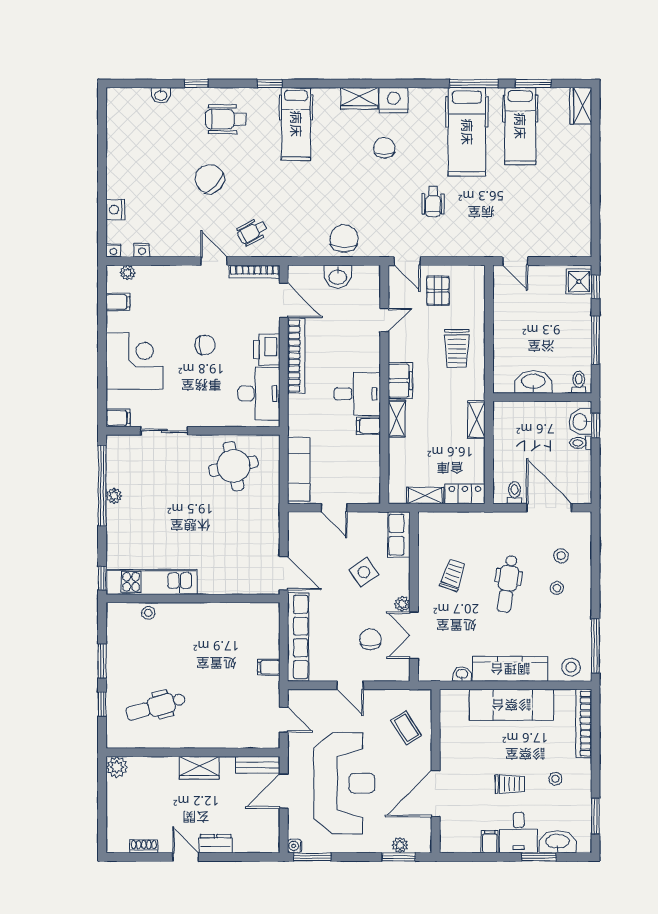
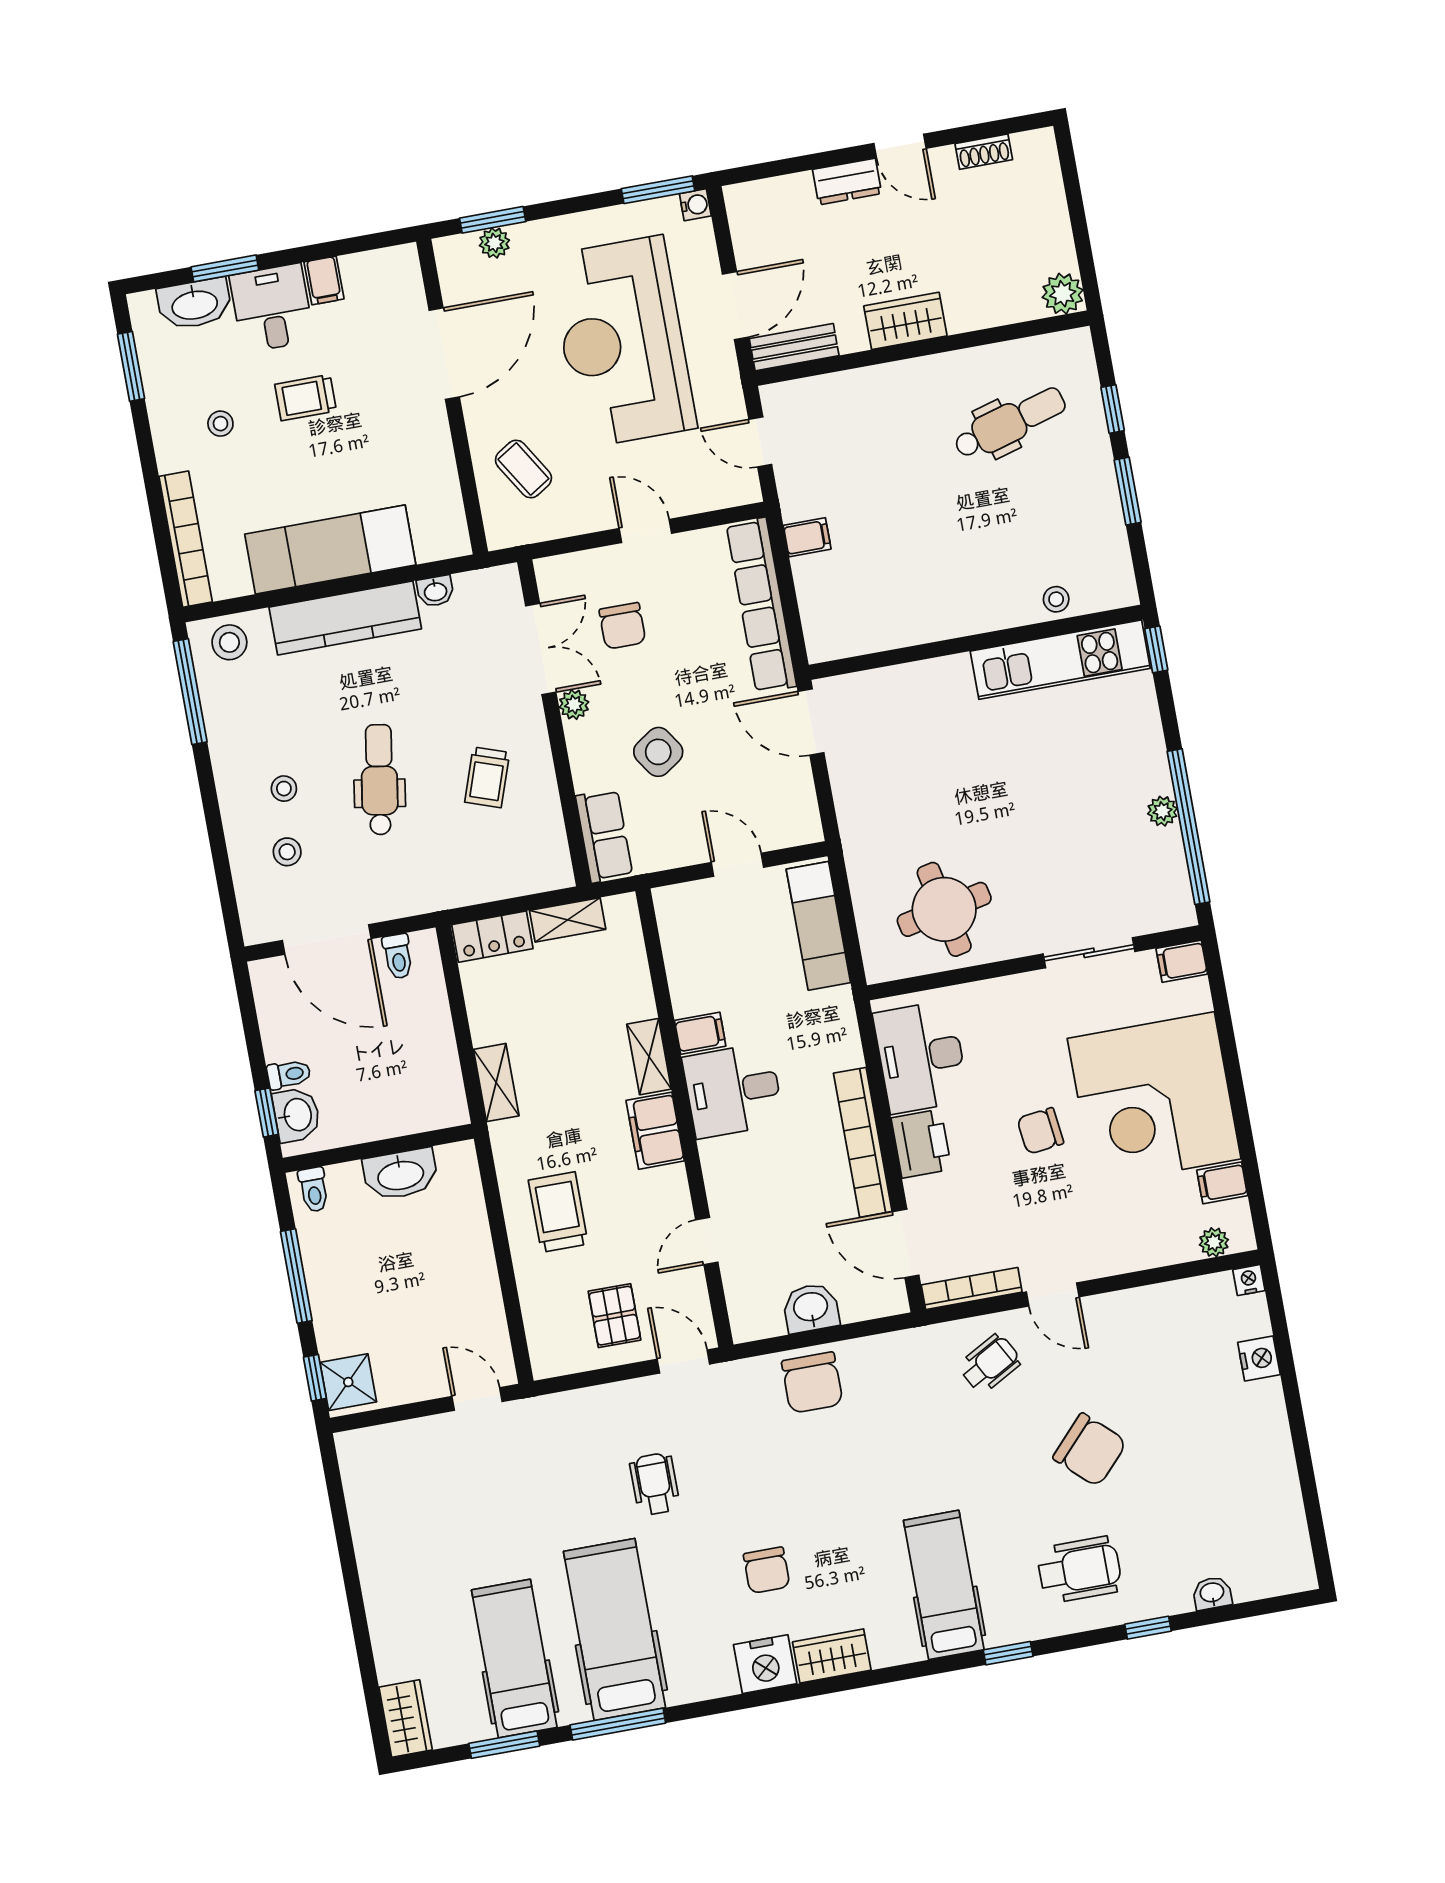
nightstand: (142, 250) -> (1194, 1291), removed
corner desk: (134, 361) -> (1154, 1099), width x1.36, depth x1.36

